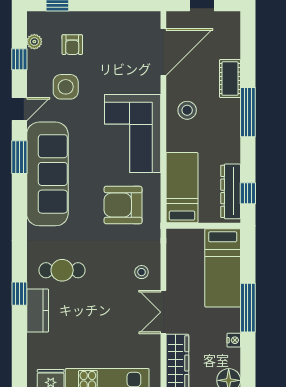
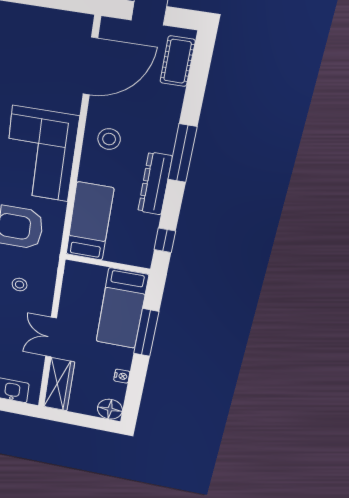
cot: (230, 79) -> (177, 61), moved
dresser: (231, 191) -> (155, 184), moved
stool: (142, 272) -> (20, 285), moved
window: (248, 308) -> (146, 333), moved

